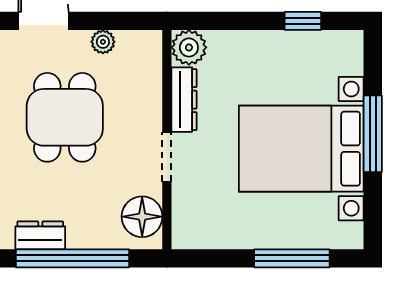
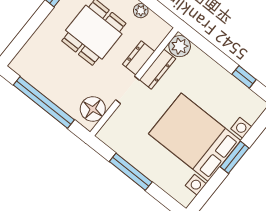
window: (373, 134) -> (234, 157), width x0.69
dresser: (40, 235) -> (139, 58), moved, turned -90
window: (292, 258) -> (131, 172), moved

